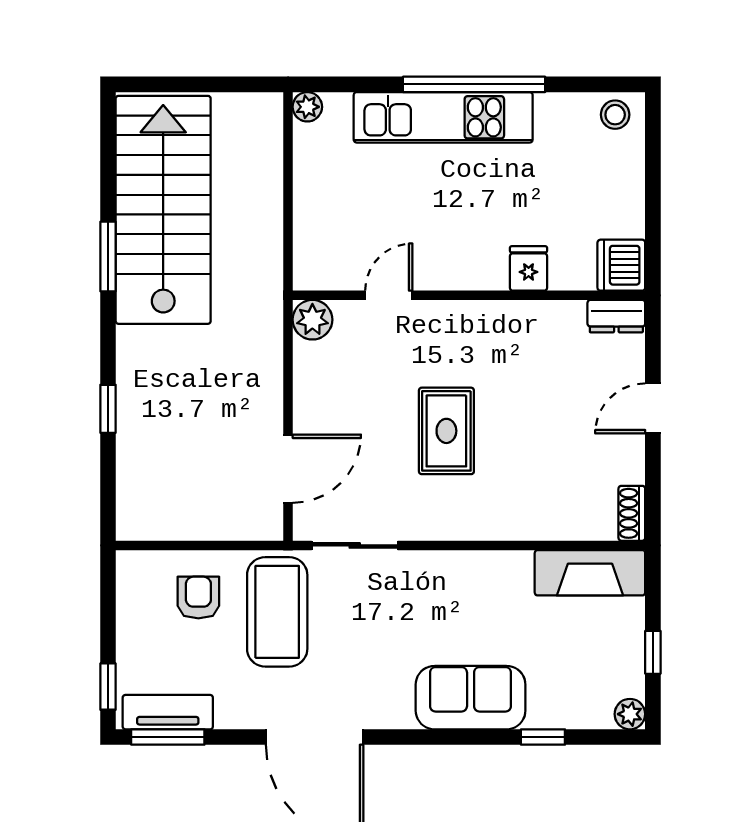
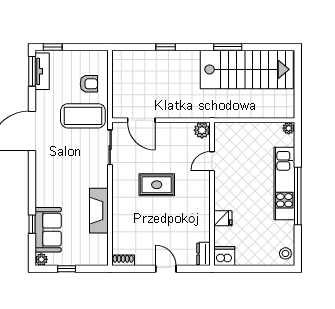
door: (389, 295) -> (212, 161), swing flipped
fireplace: (590, 573) -> (99, 211), moved
sofa: (471, 698) -> (48, 230), moved

